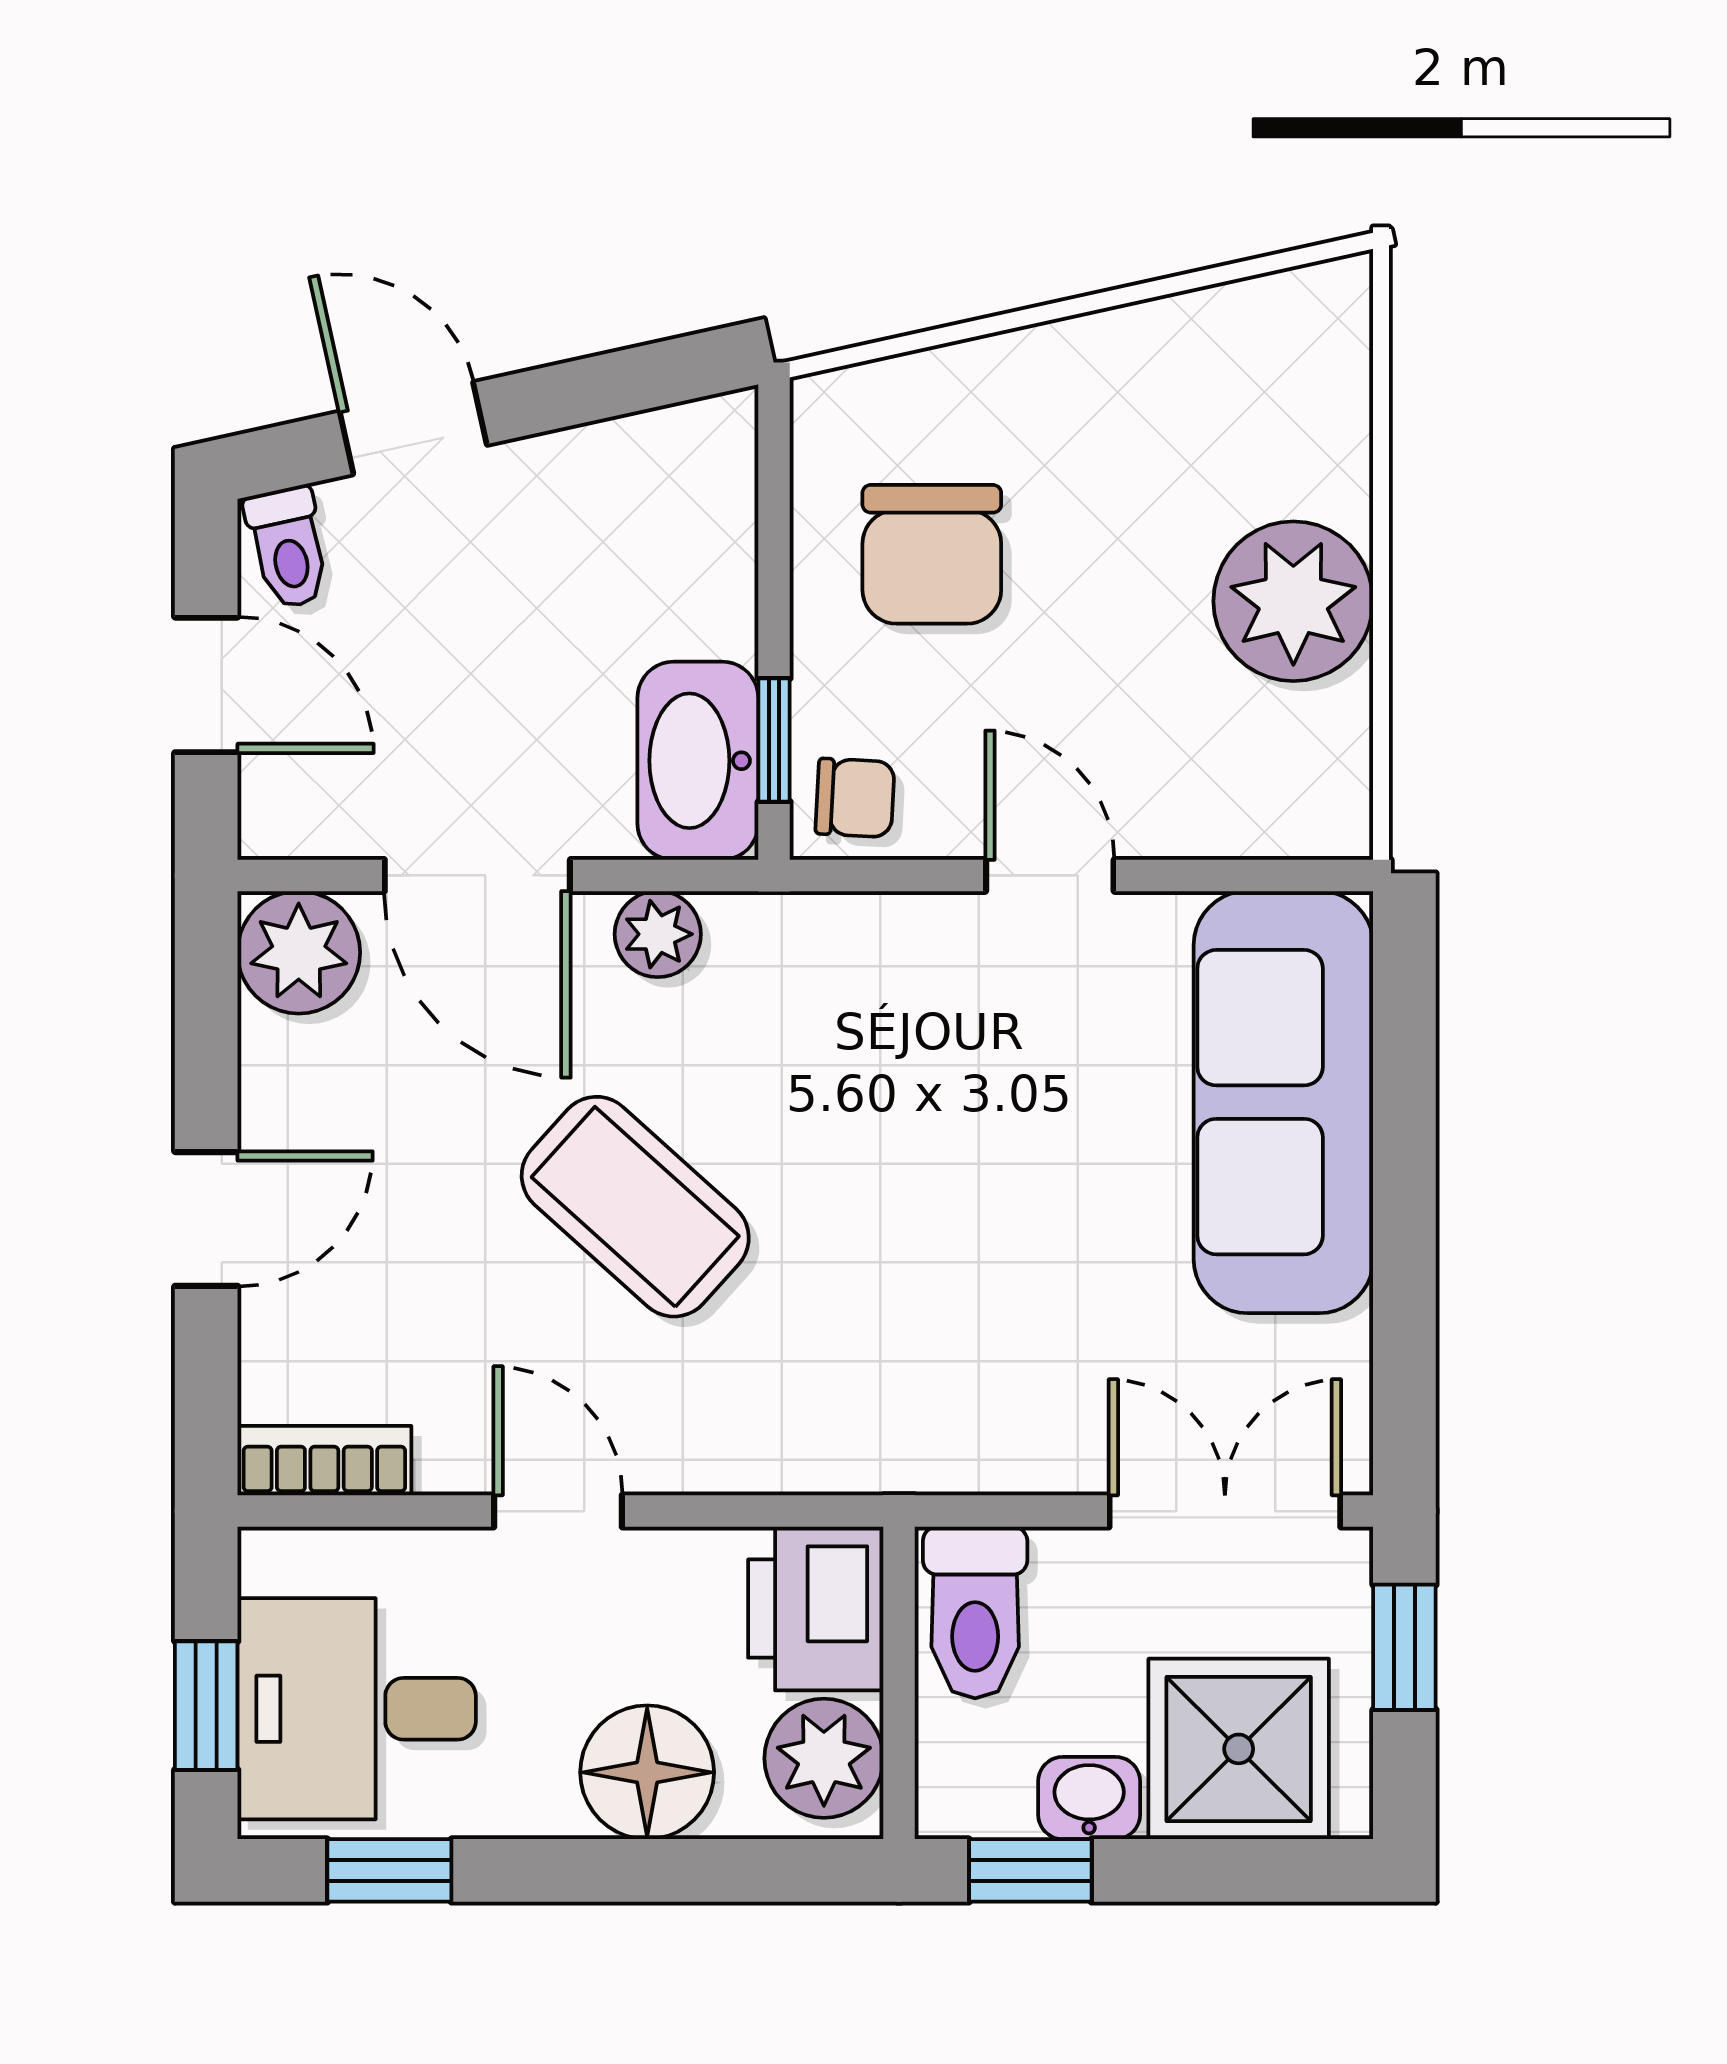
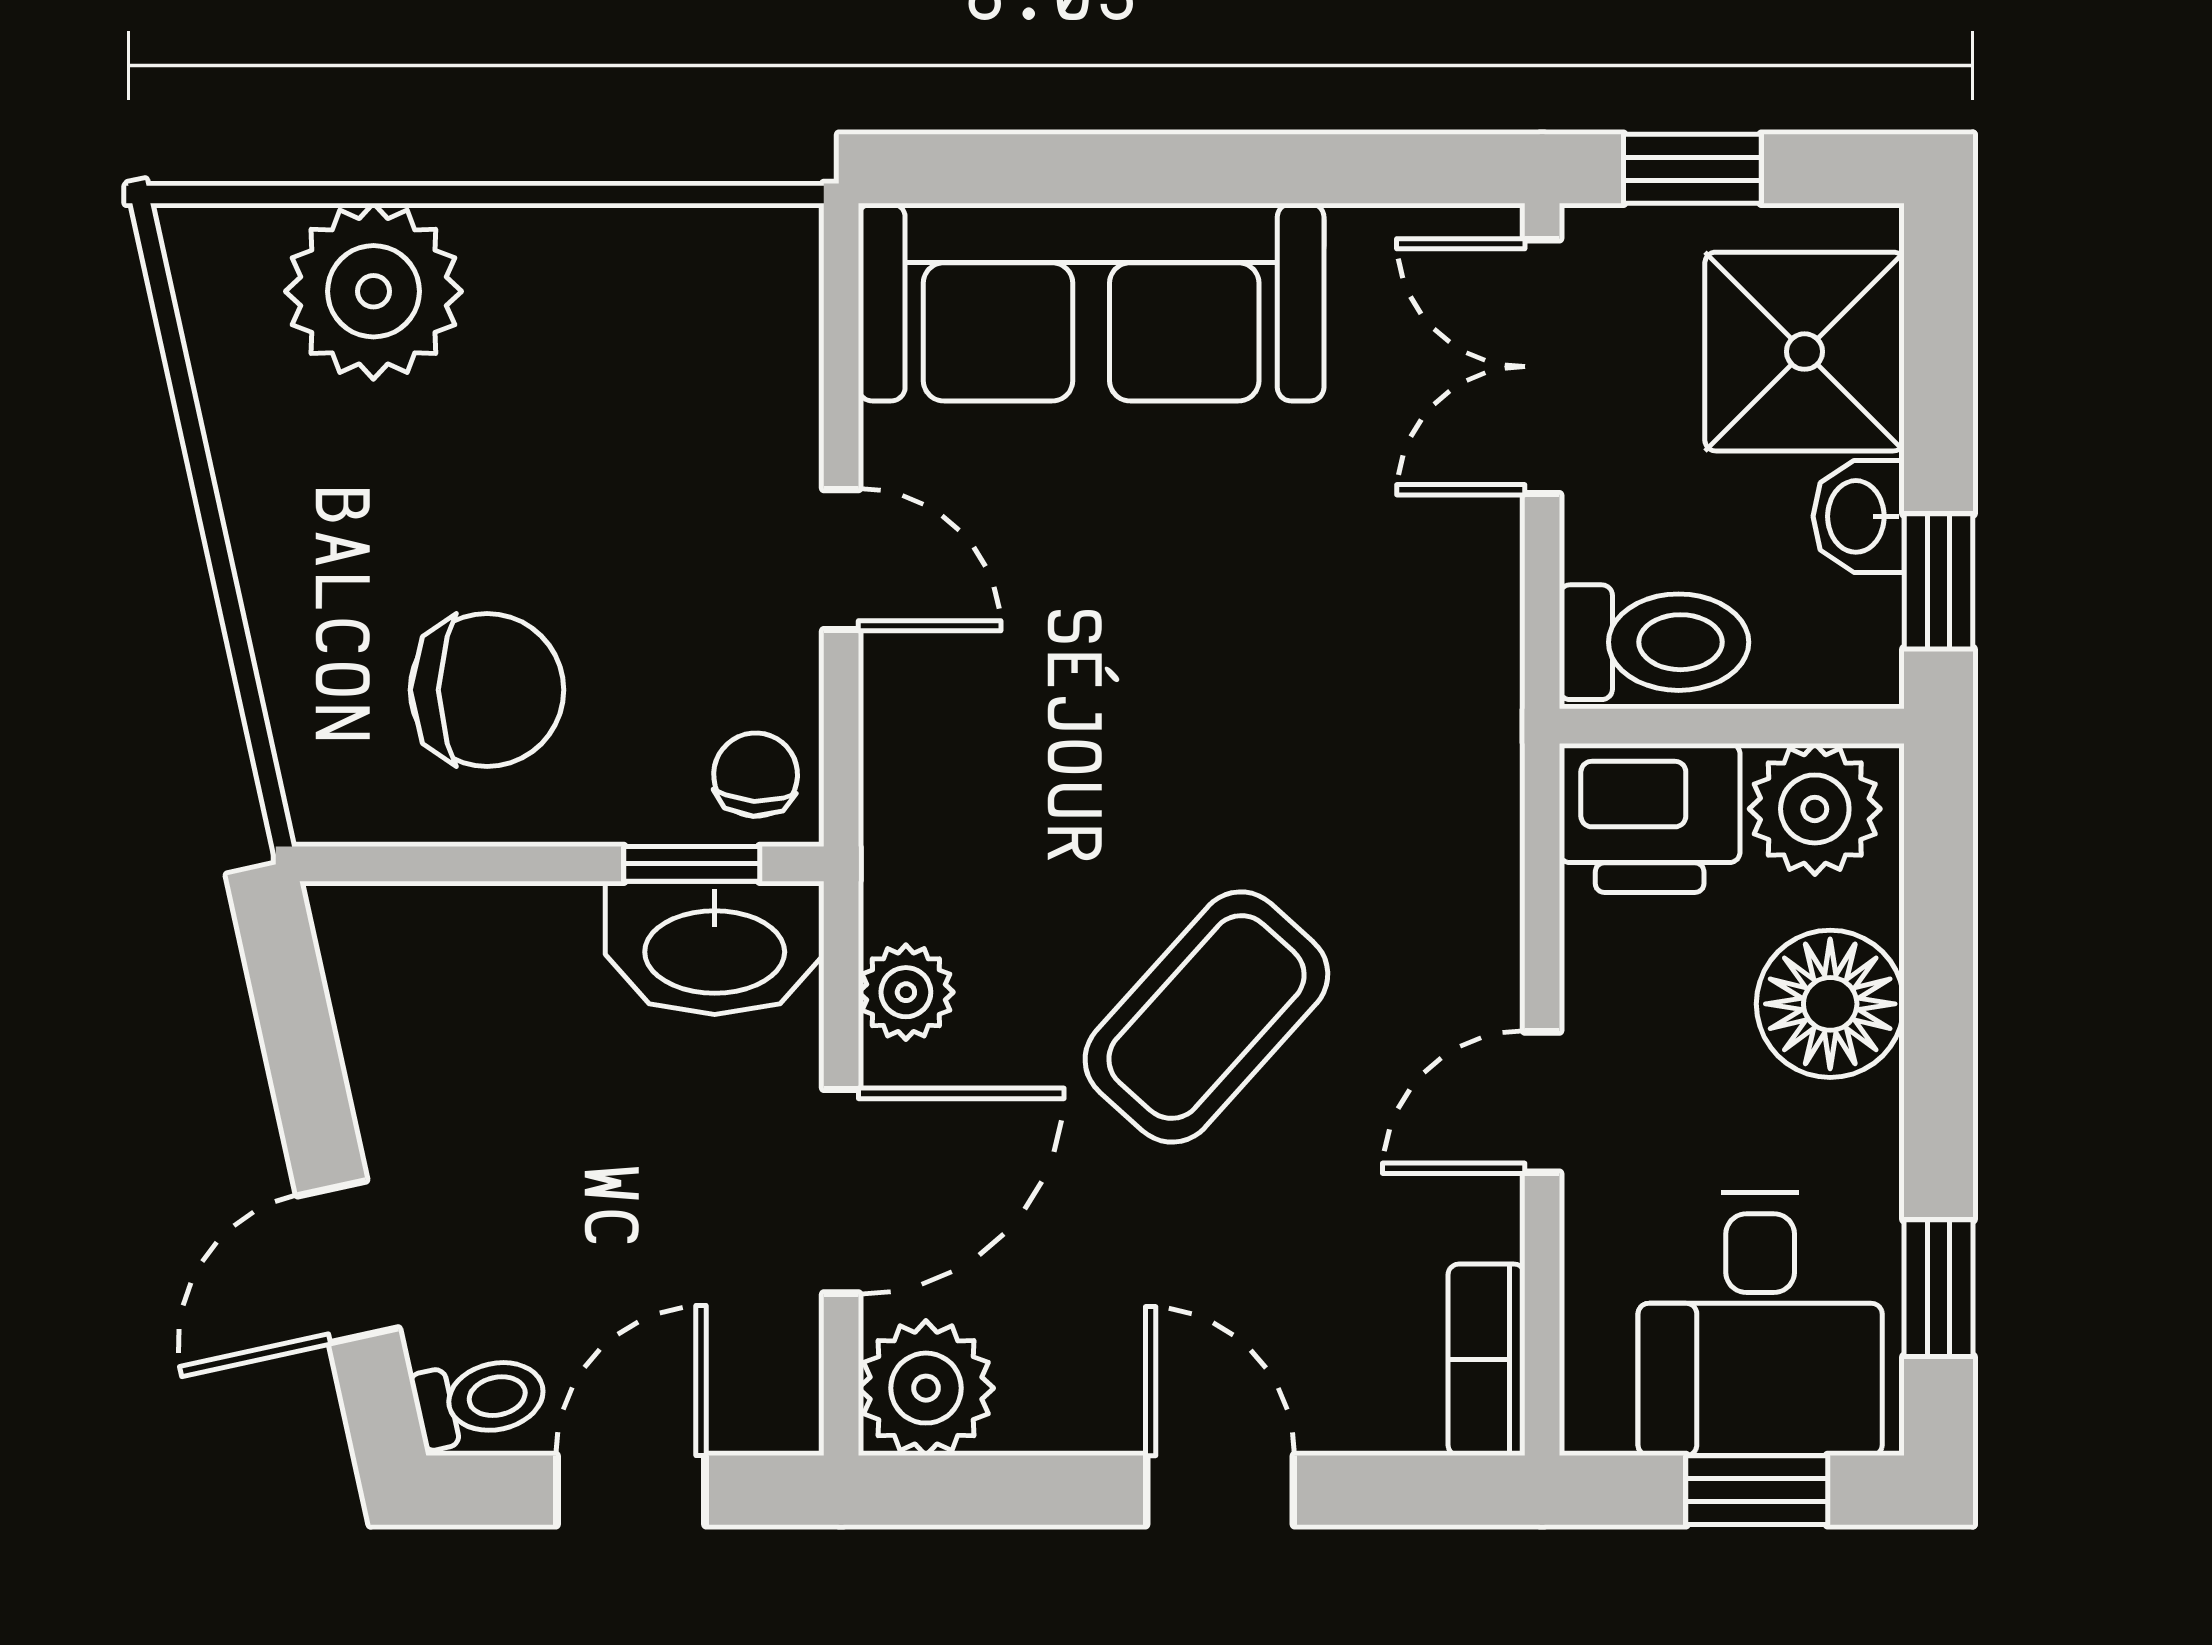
plant: (1293, 601) -> (373, 291), moved
door: (1050, 875) -> (841, 560), swing flipped

